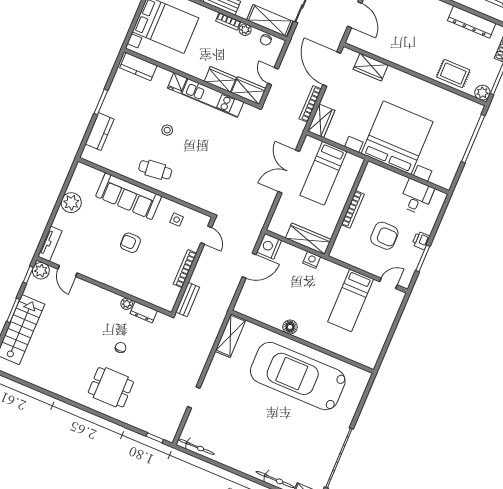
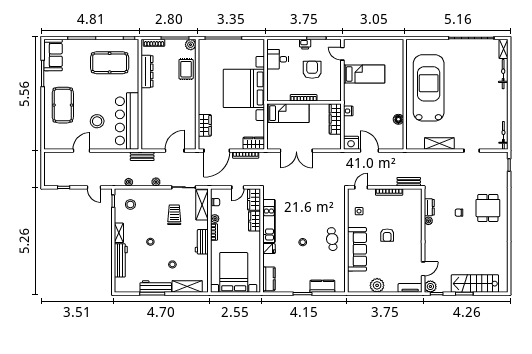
bed: (323, 173) -> (288, 113), moved
floor lamp: (290, 327) -> (398, 119), moved
shelving: (230, 336) -> (439, 143), moved
car: (298, 376) -> (429, 88), turned 180

